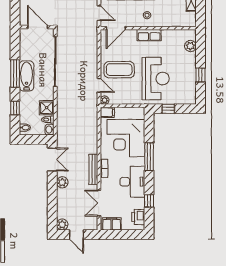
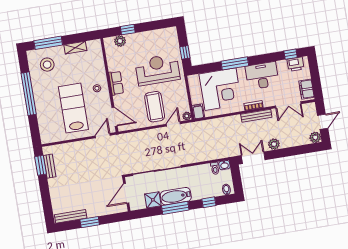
window: (200, 75) -> (128, 30), moved
shower: (47, 108) -> (153, 200), moved
window: (149, 201) -> (291, 54), moved

